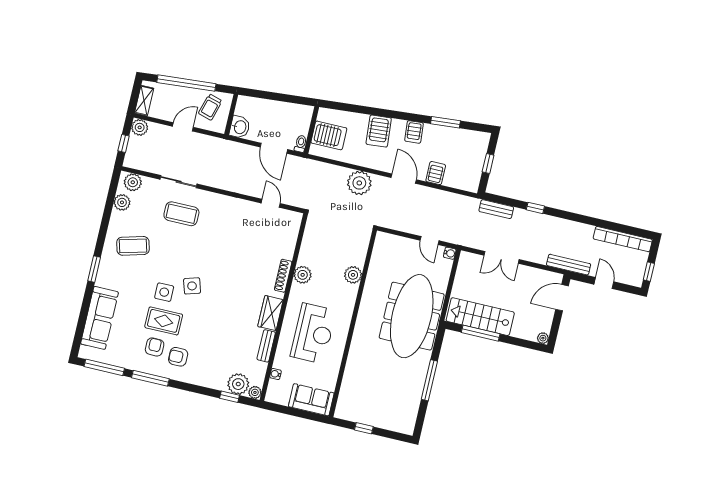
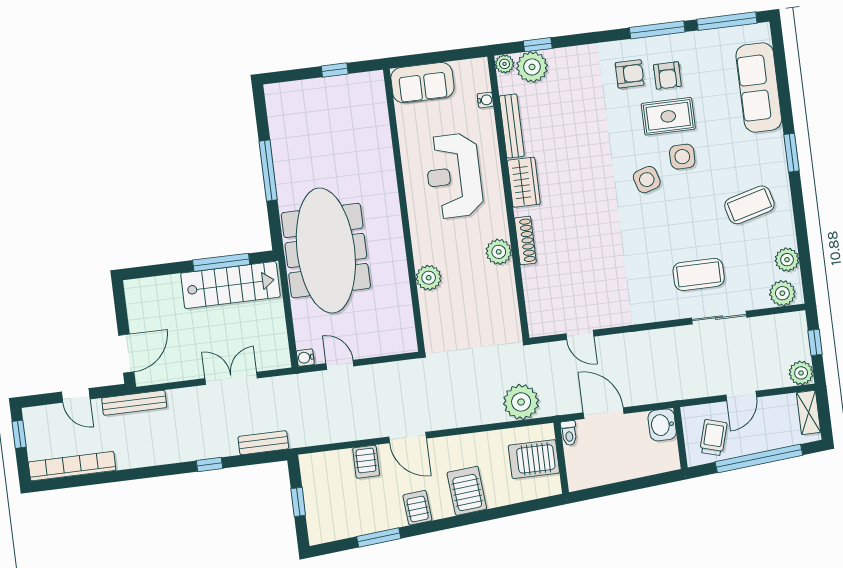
plant: (359, 183) -> (521, 402), moved
plant: (543, 338) -> (132, 287), removed
bench: (266, 346) -> (512, 126), width x1.36

